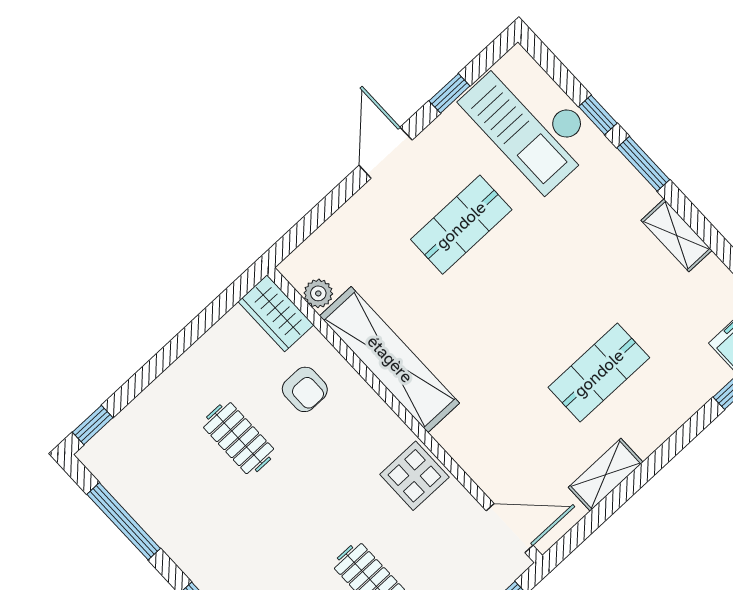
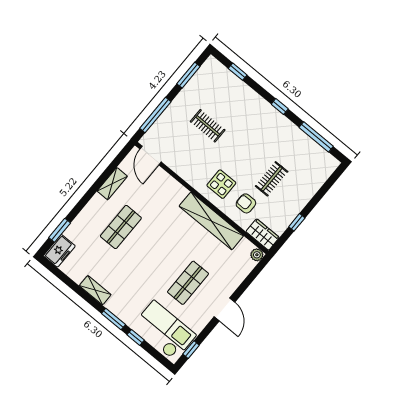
window: (449, 93) -> (191, 350), moved
plant: (318, 293) -> (257, 255), moved
window: (93, 425) -> (297, 222), moved
clothes rail: (239, 438) -> (272, 179), turned 90
display table: (414, 476) -> (221, 184), moved
door: (510, 528) -> (150, 155), hinge flipped

